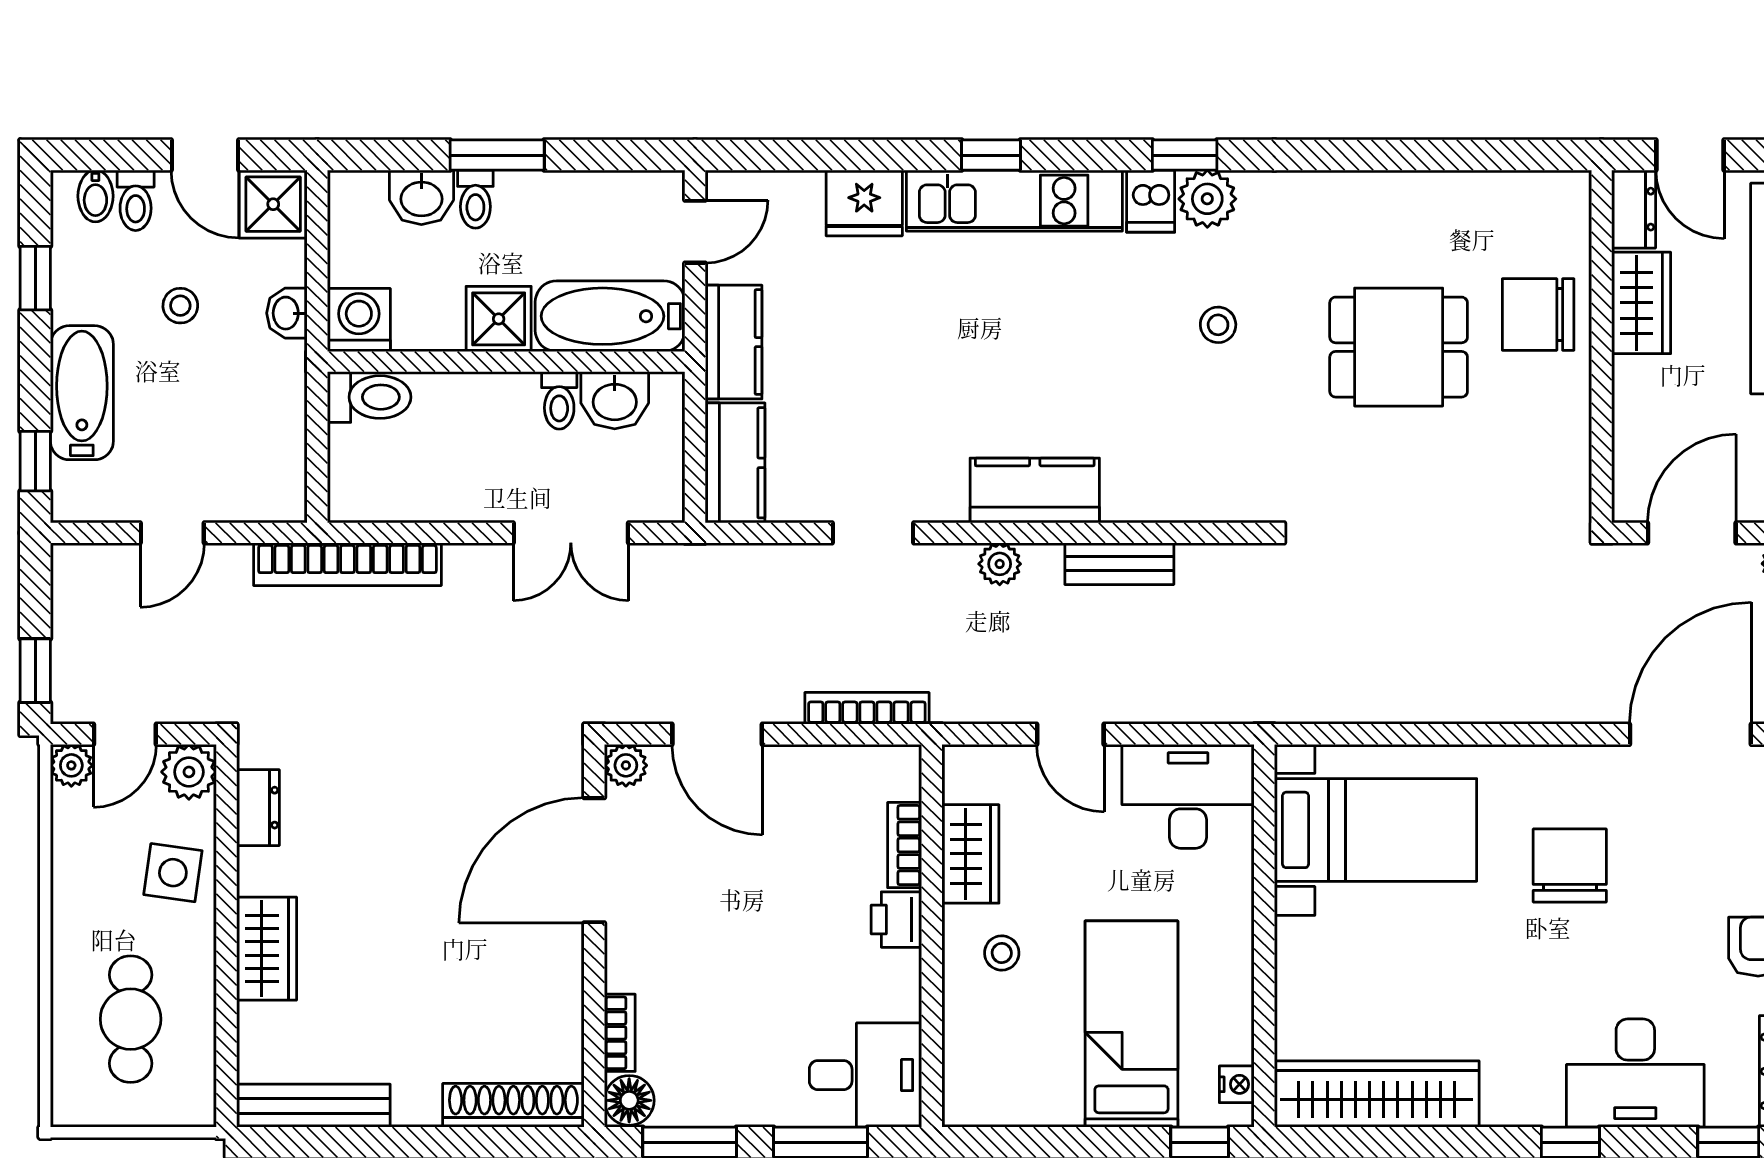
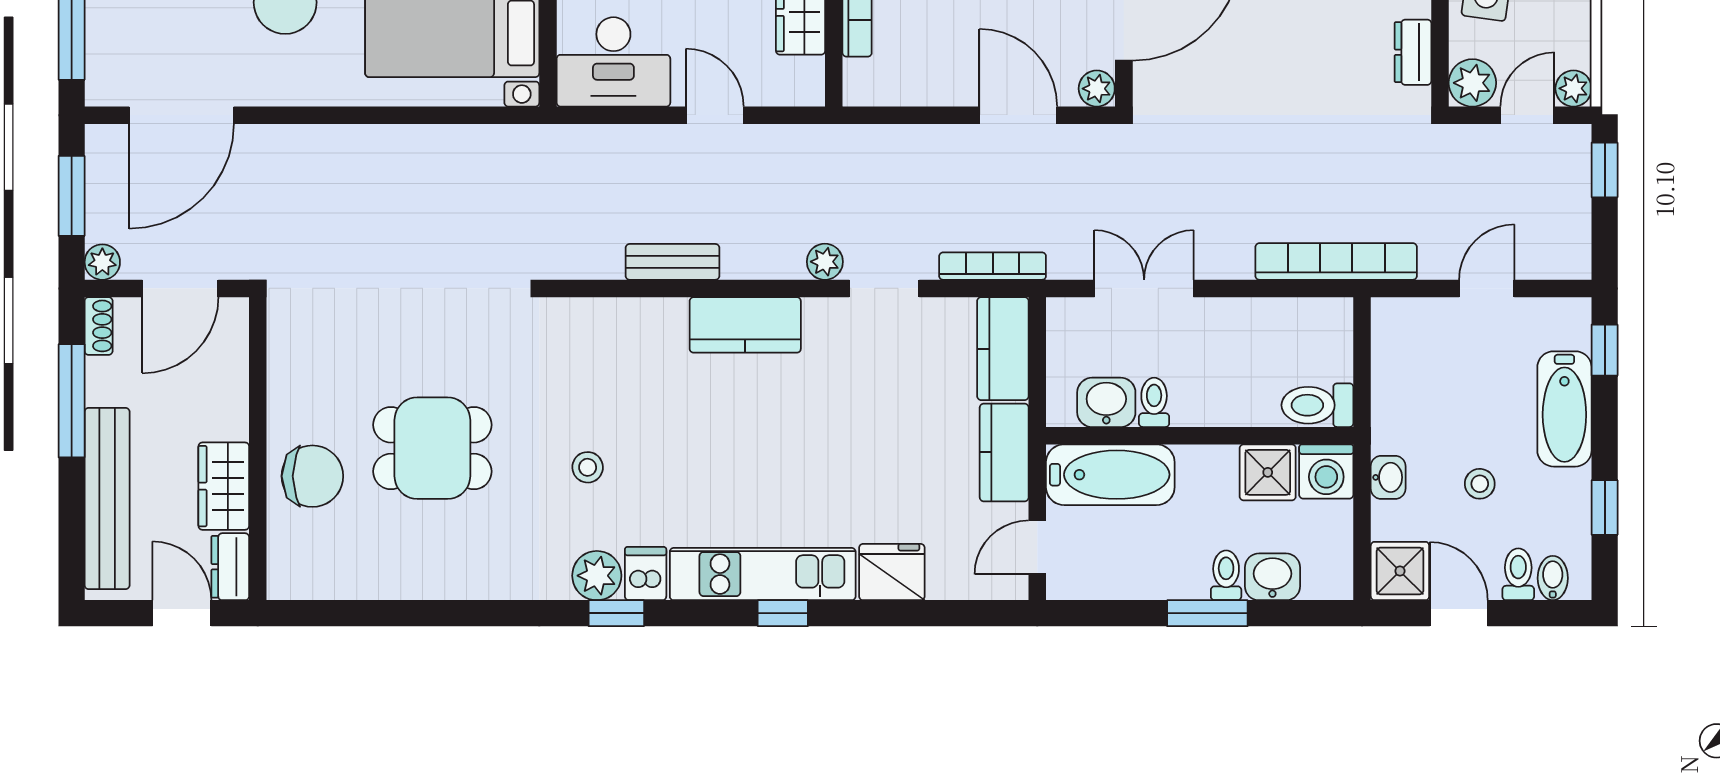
shower: (499, 319) -> (1268, 472), moved
plant: (1000, 564) -> (825, 262), moved
bookcase: (867, 708) -> (993, 266), moved, turned 180

